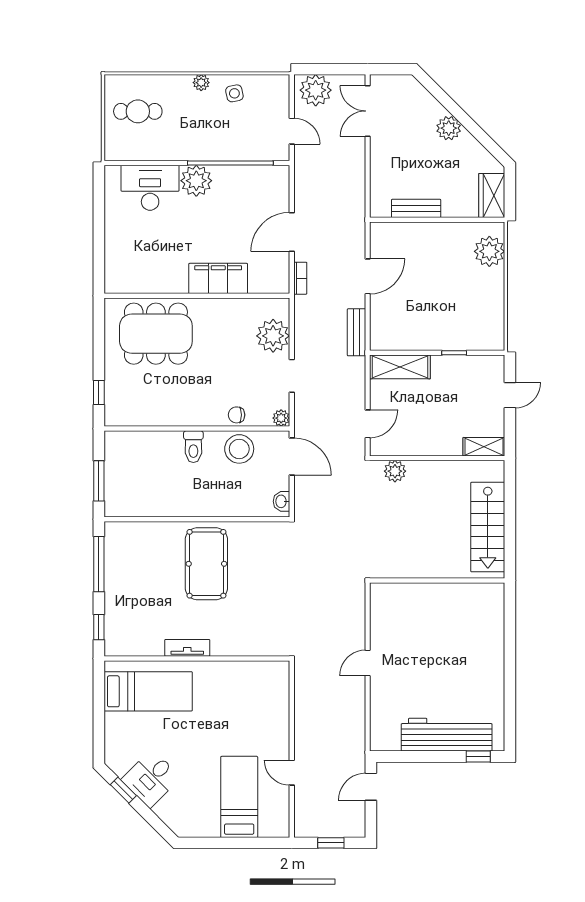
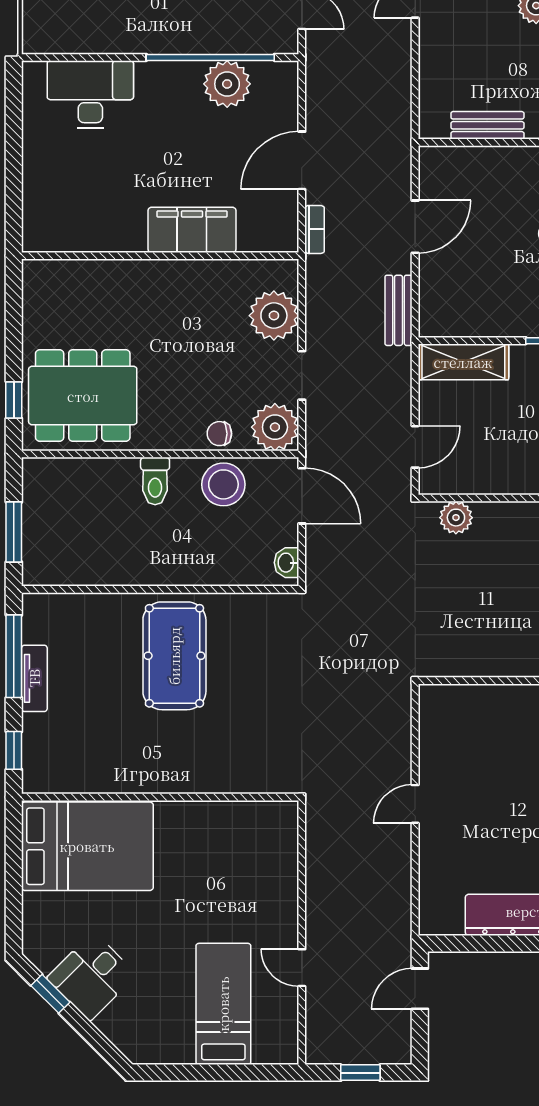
plant: (196, 181) -> (227, 84), moved
dining table: (156, 334) -> (83, 396), moved
plant: (281, 418) -> (275, 427), width x1.88, depth x1.88
tv unit: (187, 648) -> (34, 678), moved, turned 90
bed: (148, 691) -> (87, 846), width x1.50

